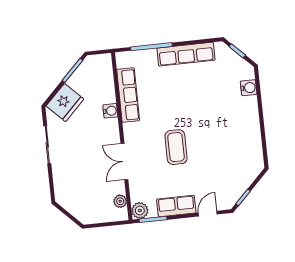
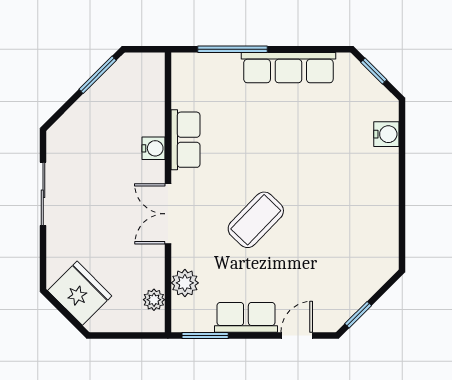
row of seats: (128, 95) -> (185, 140), width x0.68
fridge: (65, 102) -> (80, 293), moved, turned -90
coffee table: (176, 147) -> (256, 220), turned 44
double door: (124, 161) -> (168, 214), moved
plant: (140, 211) -> (185, 283), moved

